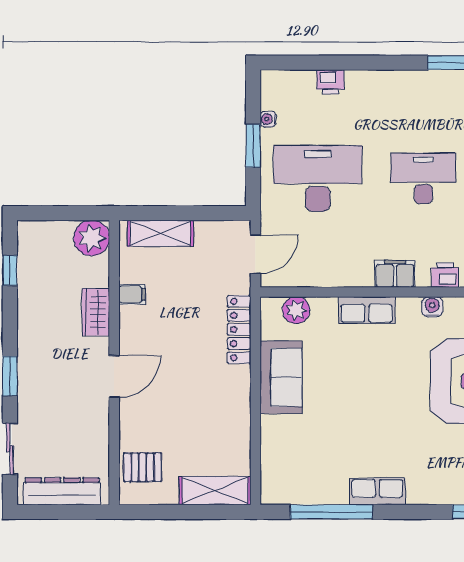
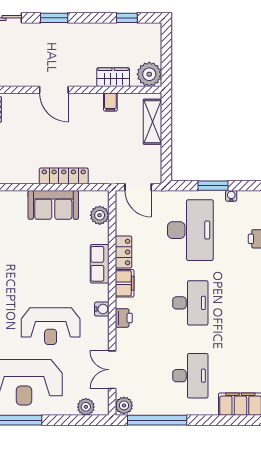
locker: (350, 275) -> (123, 252), added
wardrobe: (96, 312) -> (113, 77), moved
locker: (239, 329) -> (64, 176), moved

